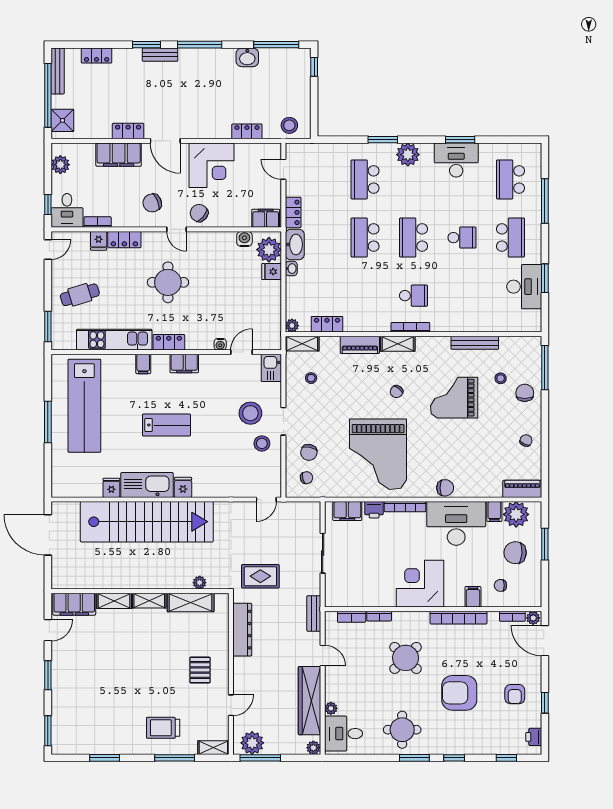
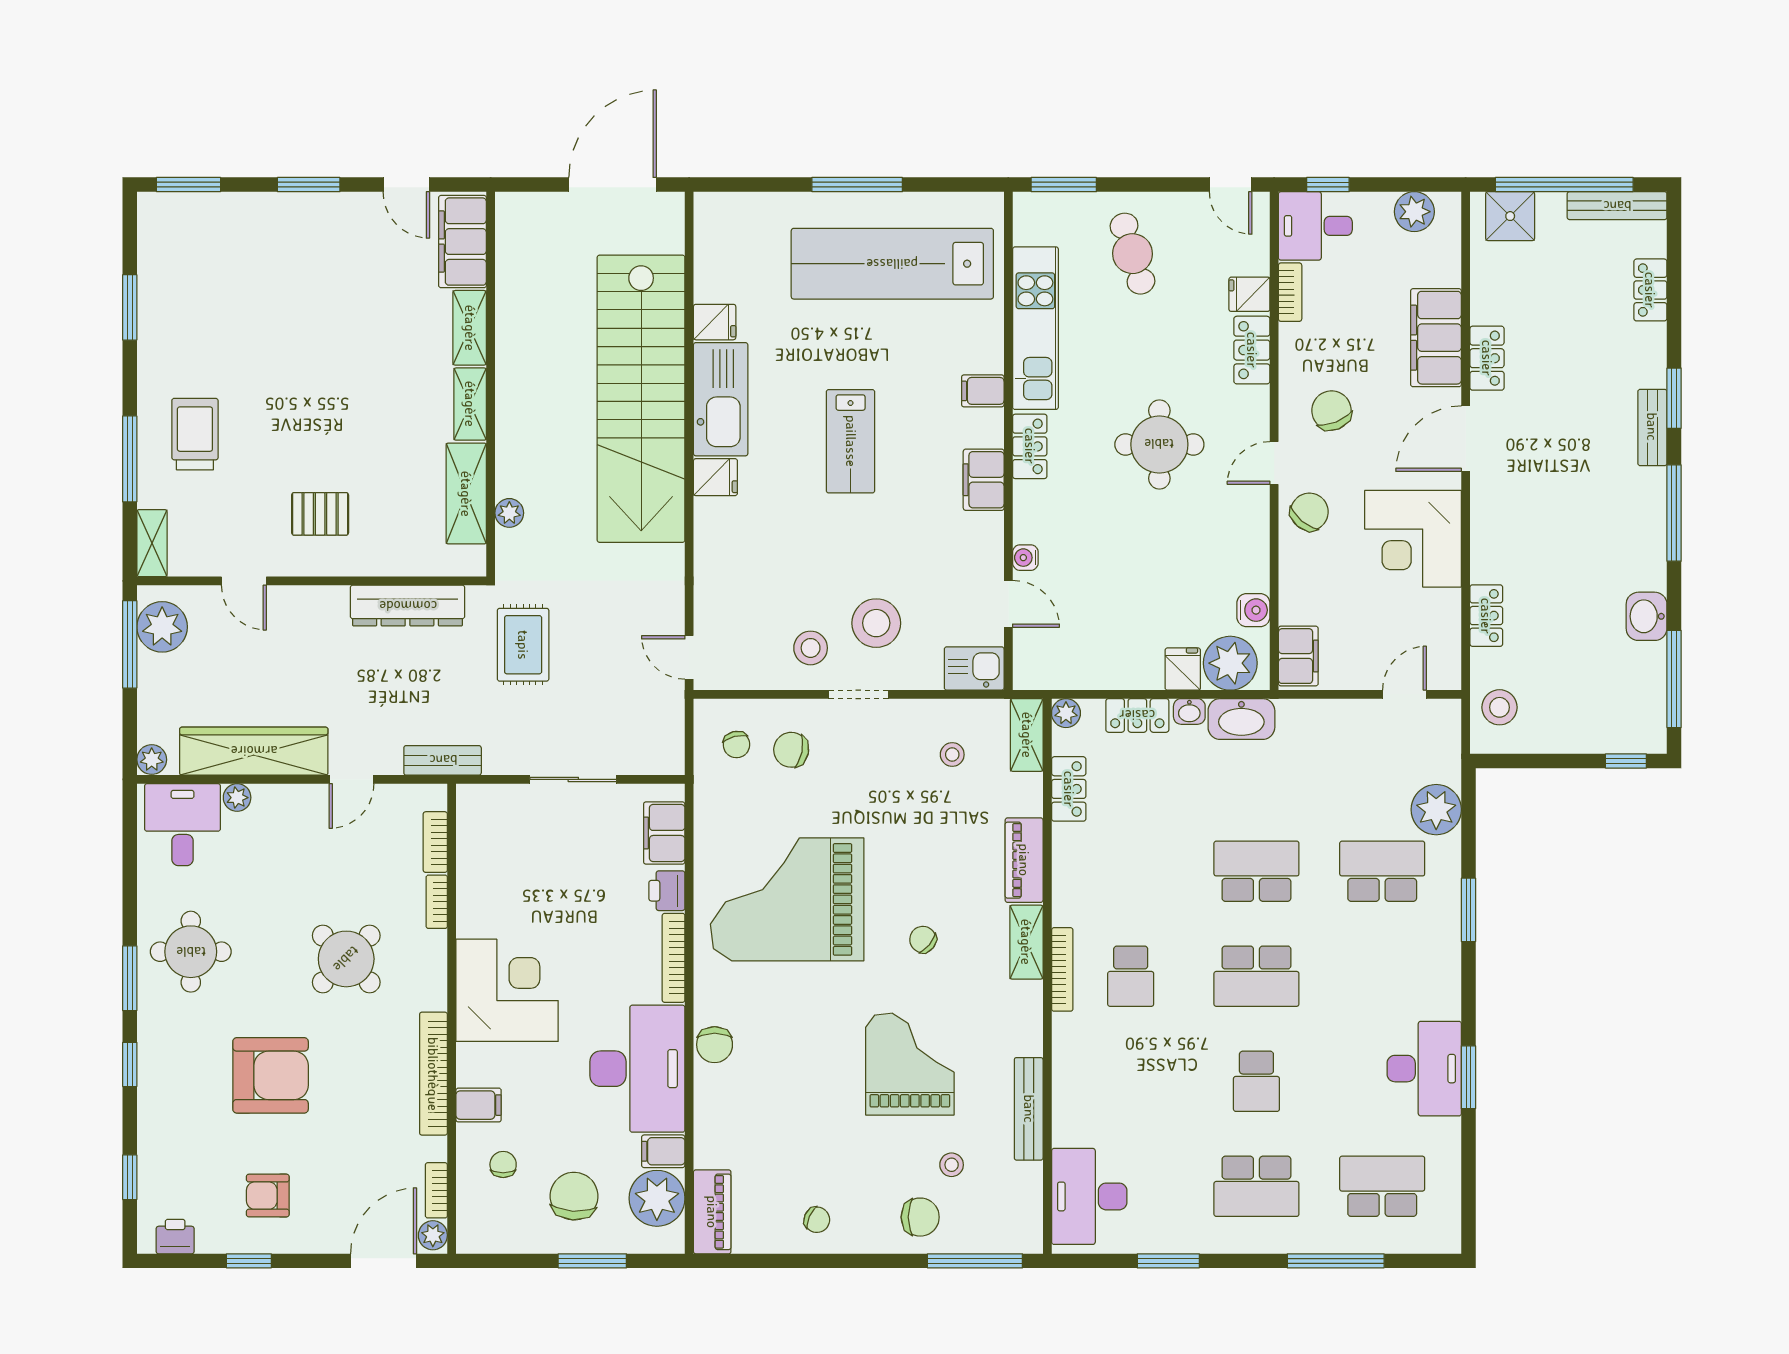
plant: (408, 155) -> (1436, 810), moved
locker: (293, 212) -> (1137, 715), moved
school desk: (413, 238) -> (1256, 976), turned 180
desk: (524, 287) -> (1089, 1196), moved, turned 90
armchair: (459, 693) -> (271, 1075), turned 90

